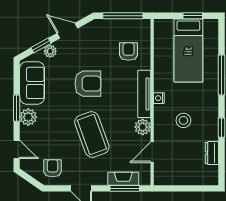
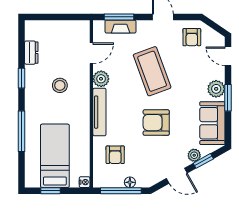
floor lamp: (114, 24) -> (130, 182), added
nightstand: (159, 98) -> (85, 182), moved

